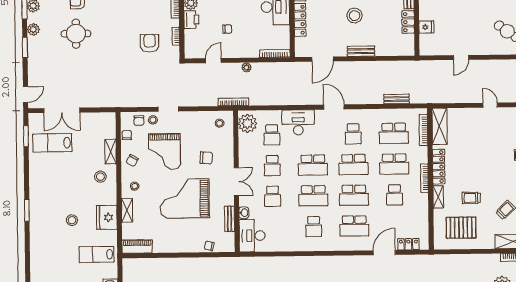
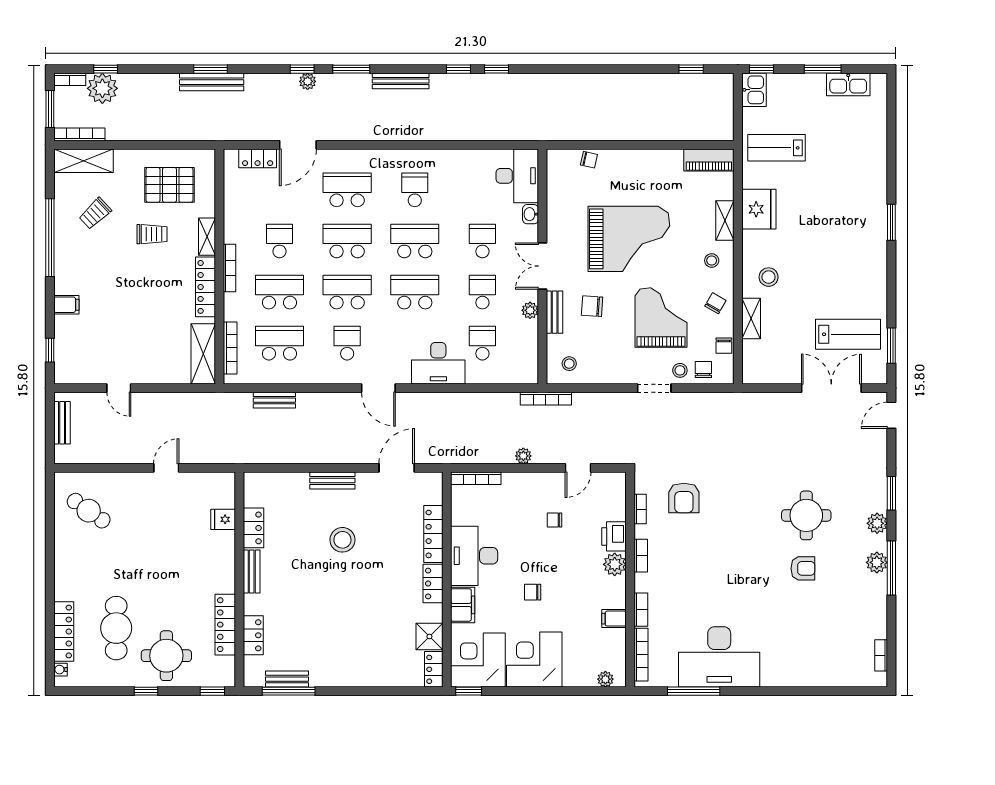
plant: (247, 123) -> (530, 310), moved, width x0.53, depth x0.53
bench: (230, 219) -> (555, 312), moved
stool: (72, 220) -> (817, 205), removed
lab bench: (97, 254) -> (777, 148), turned 180

